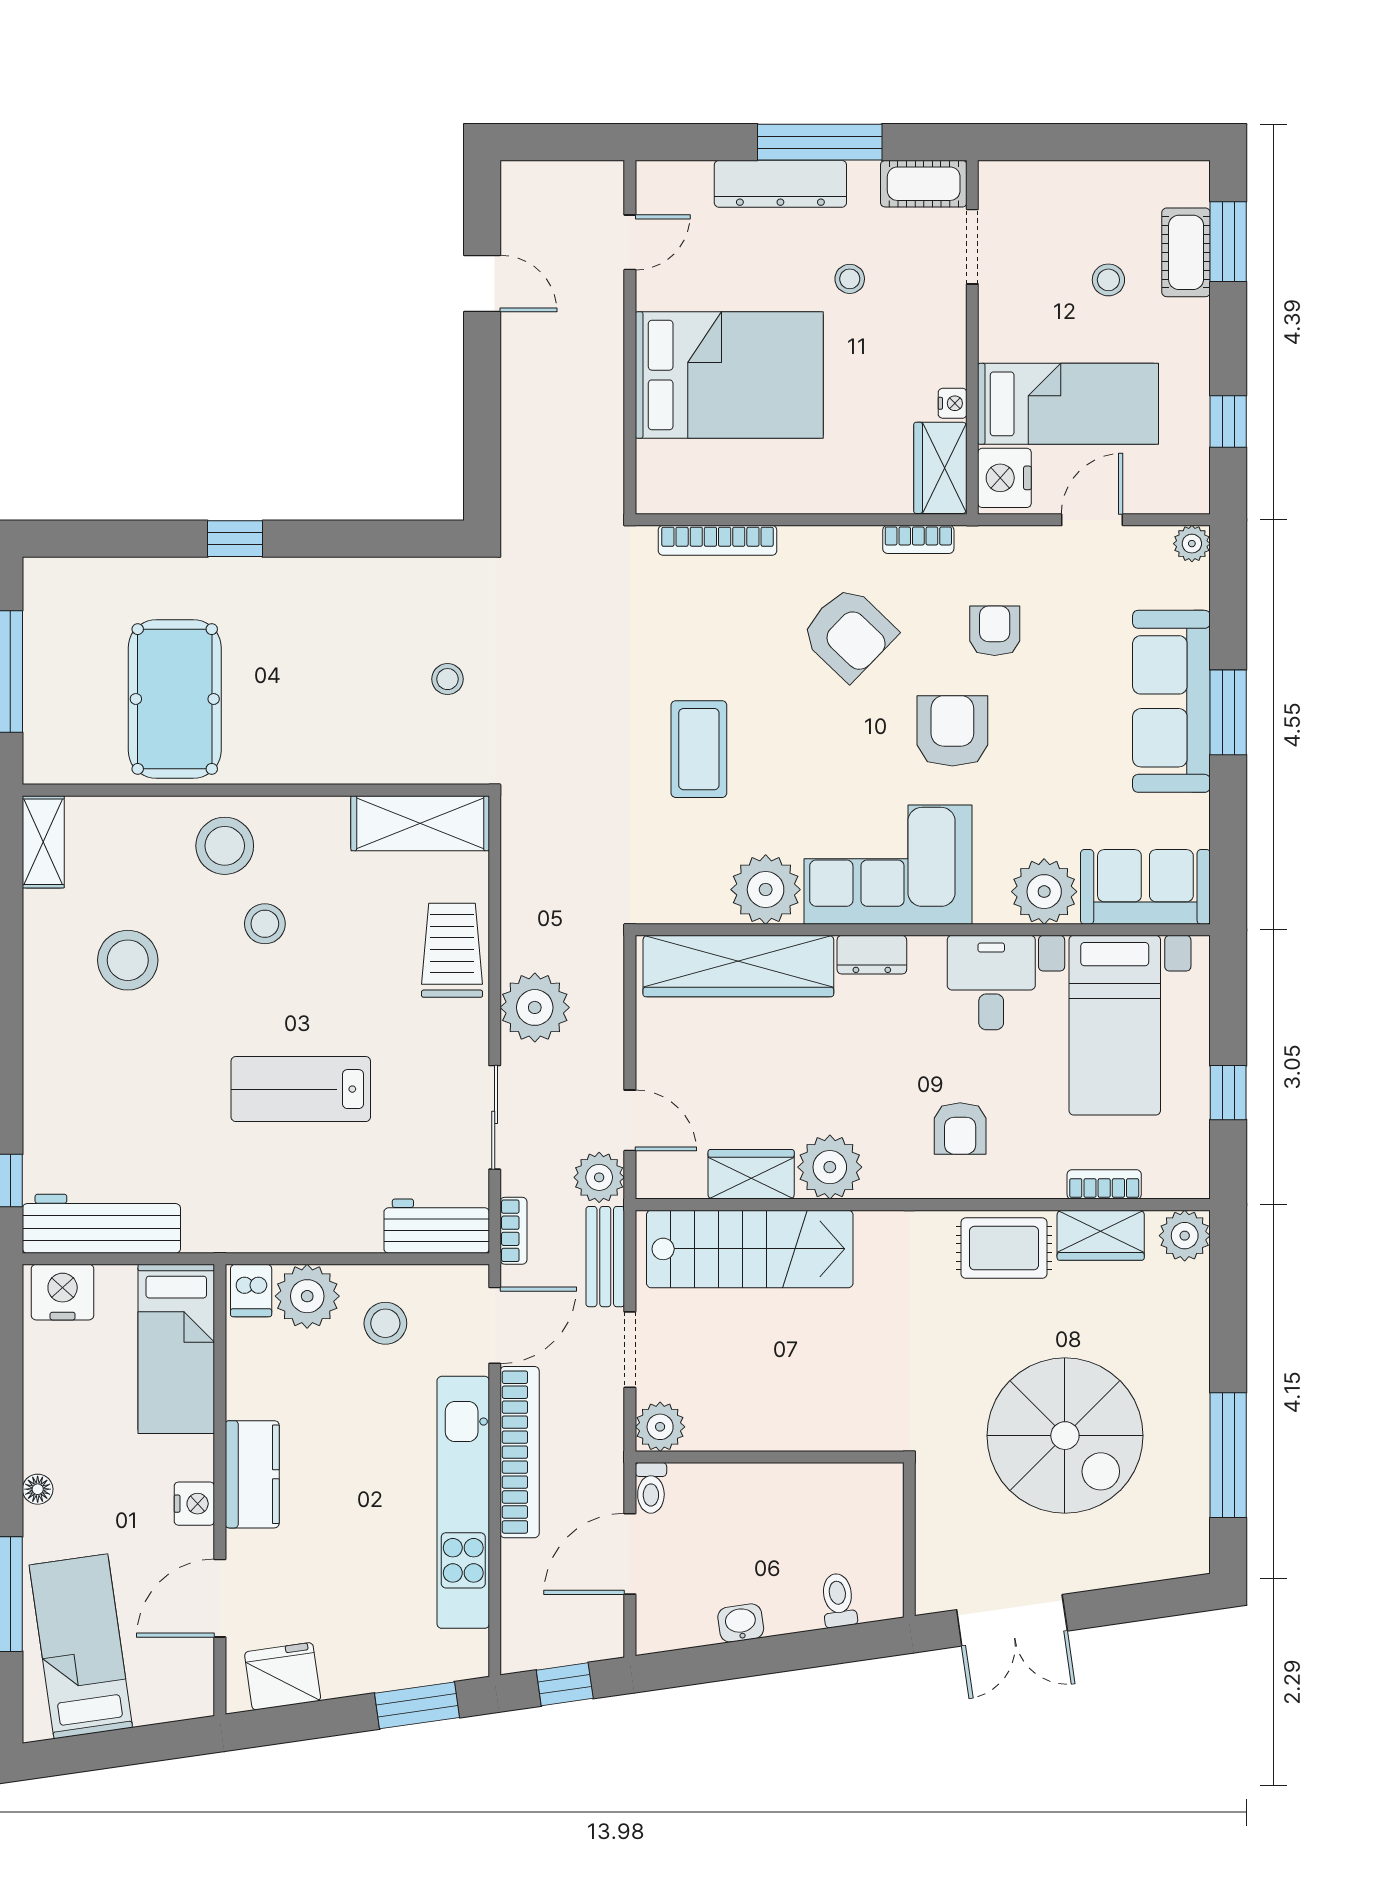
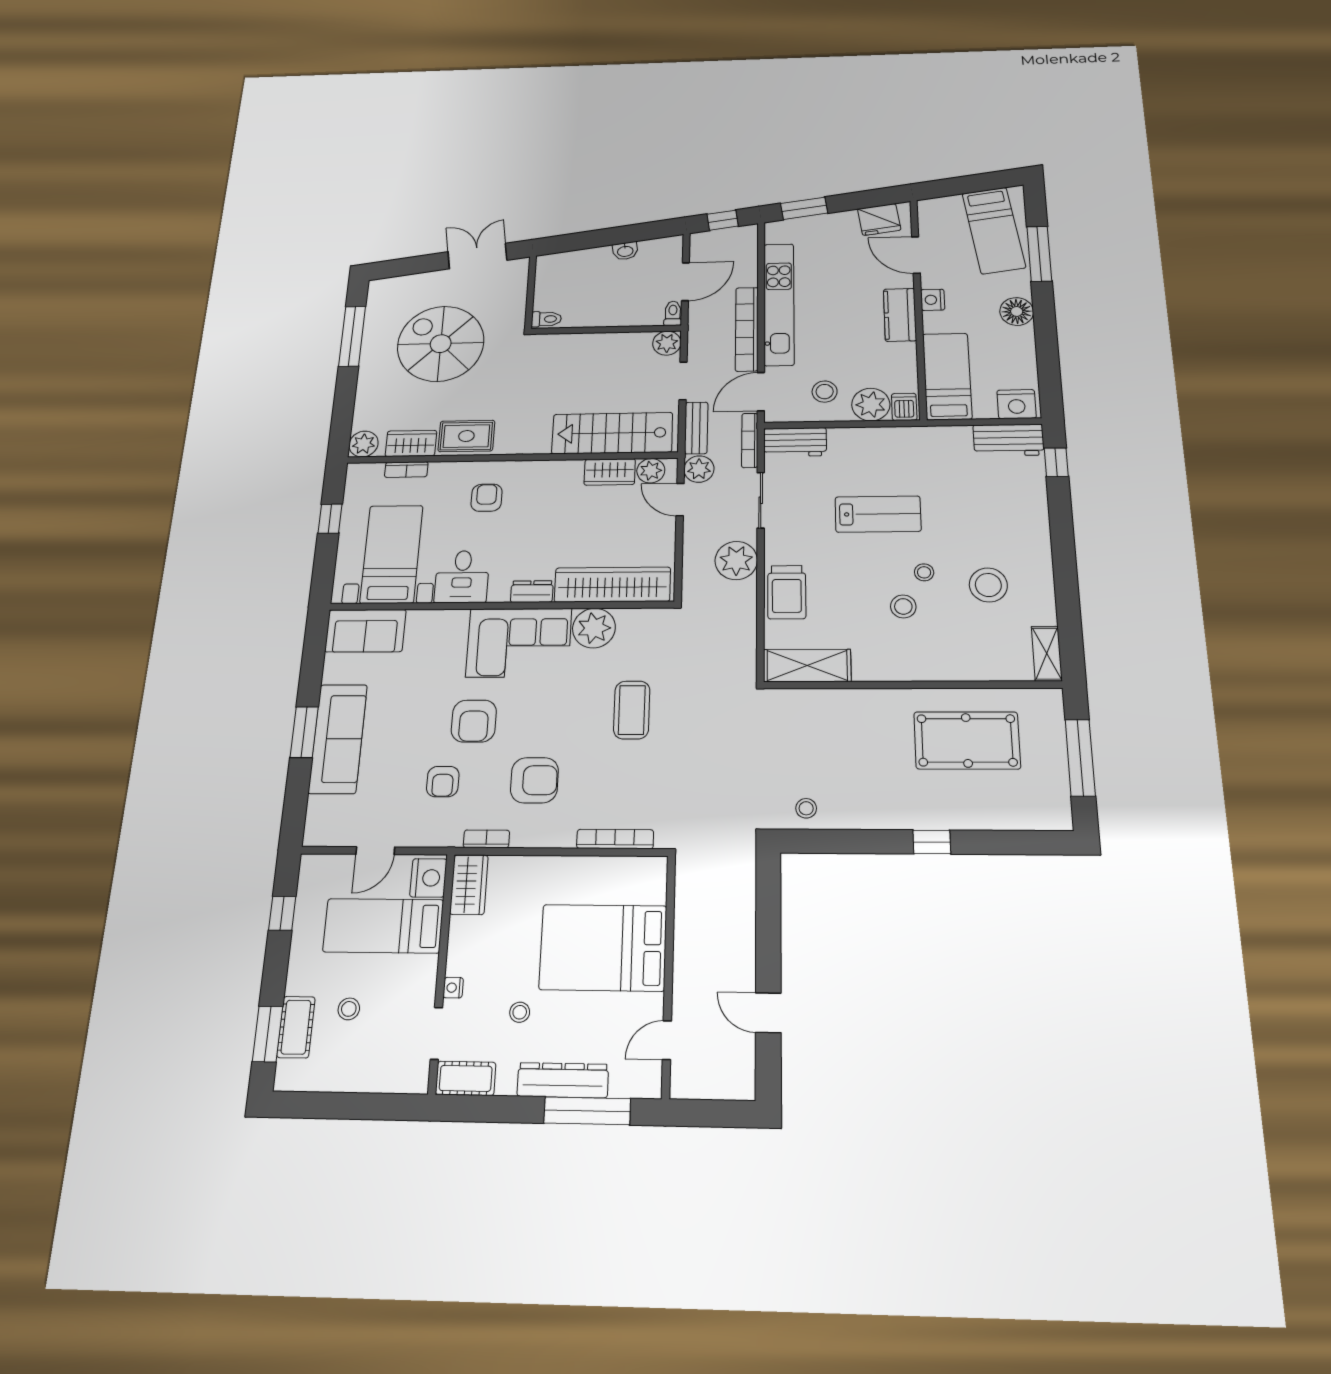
window: (820, 142) -> (587, 1111), moved
nightstand: (953, 403) -> (453, 988), moved
plant: (1192, 544) -> (314, 835), removed
armchair: (849, 633) -> (534, 780), turned 136
stool: (447, 679) -> (806, 808), moved
pool table: (175, 699) -> (967, 740), turned 90
stool: (225, 846) -> (924, 572), moved, width x0.53, depth x0.53
plant: (1044, 892) -> (426, 628), removed
plant: (830, 1167) -> (651, 471), moved, width x0.73, depth x0.73
workbench: (101, 1224) -> (1009, 440), width x0.73
bookcase: (514, 1231) -> (750, 440), width x1.56
floor lamp: (38, 1489) -> (1017, 311), width x1.89, depth x1.89
door: (220, 1598) -> (916, 255), swing flipped
toilet: (838, 1600) -> (546, 319), moved, turned -82

